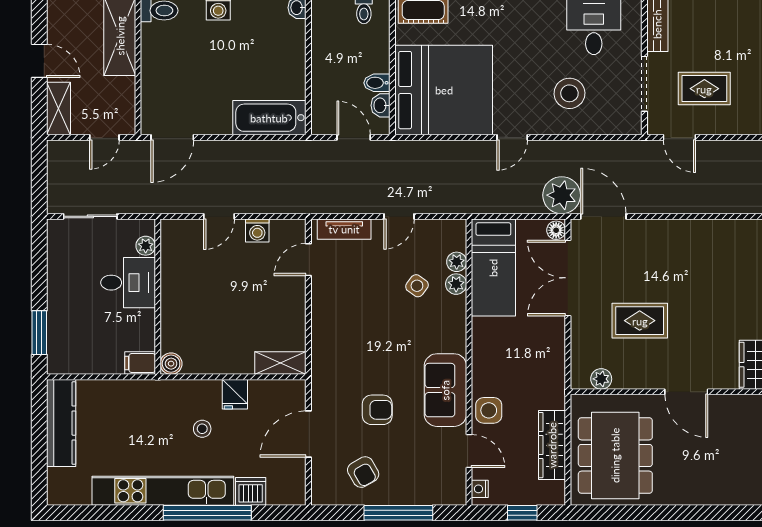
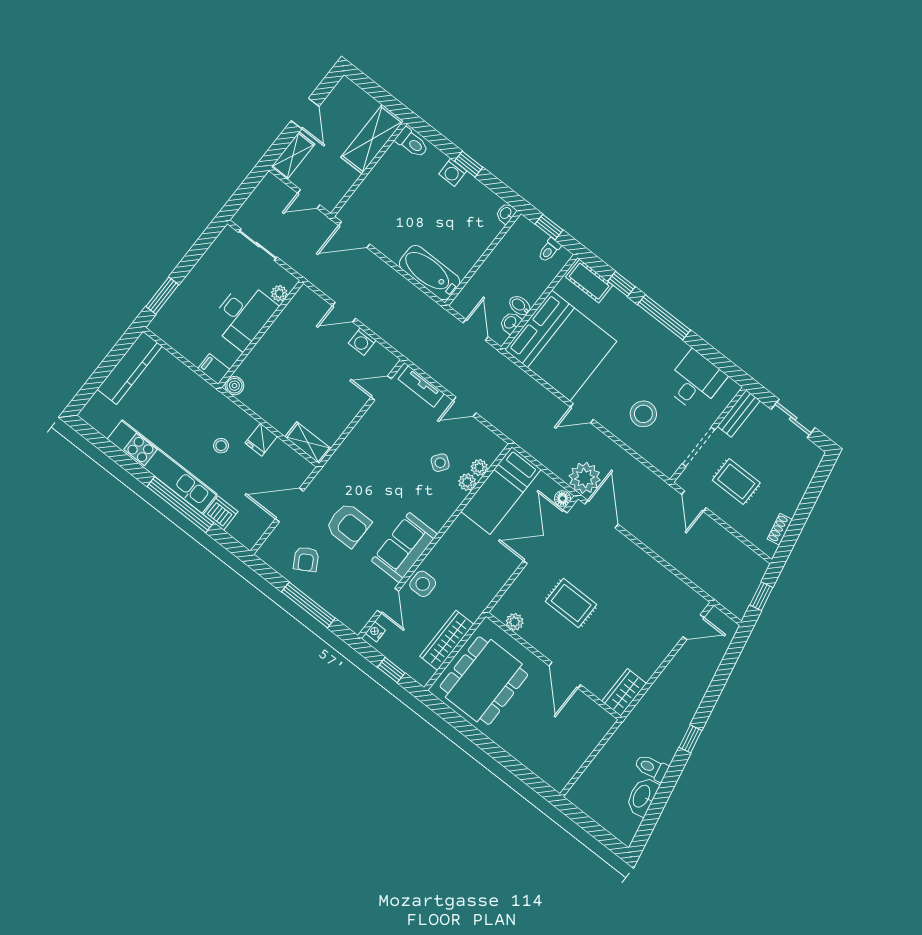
desk: (128, 283) -> (243, 315), width x1.37
armchair: (377, 410) -> (348, 525), width x1.38, depth x1.38

